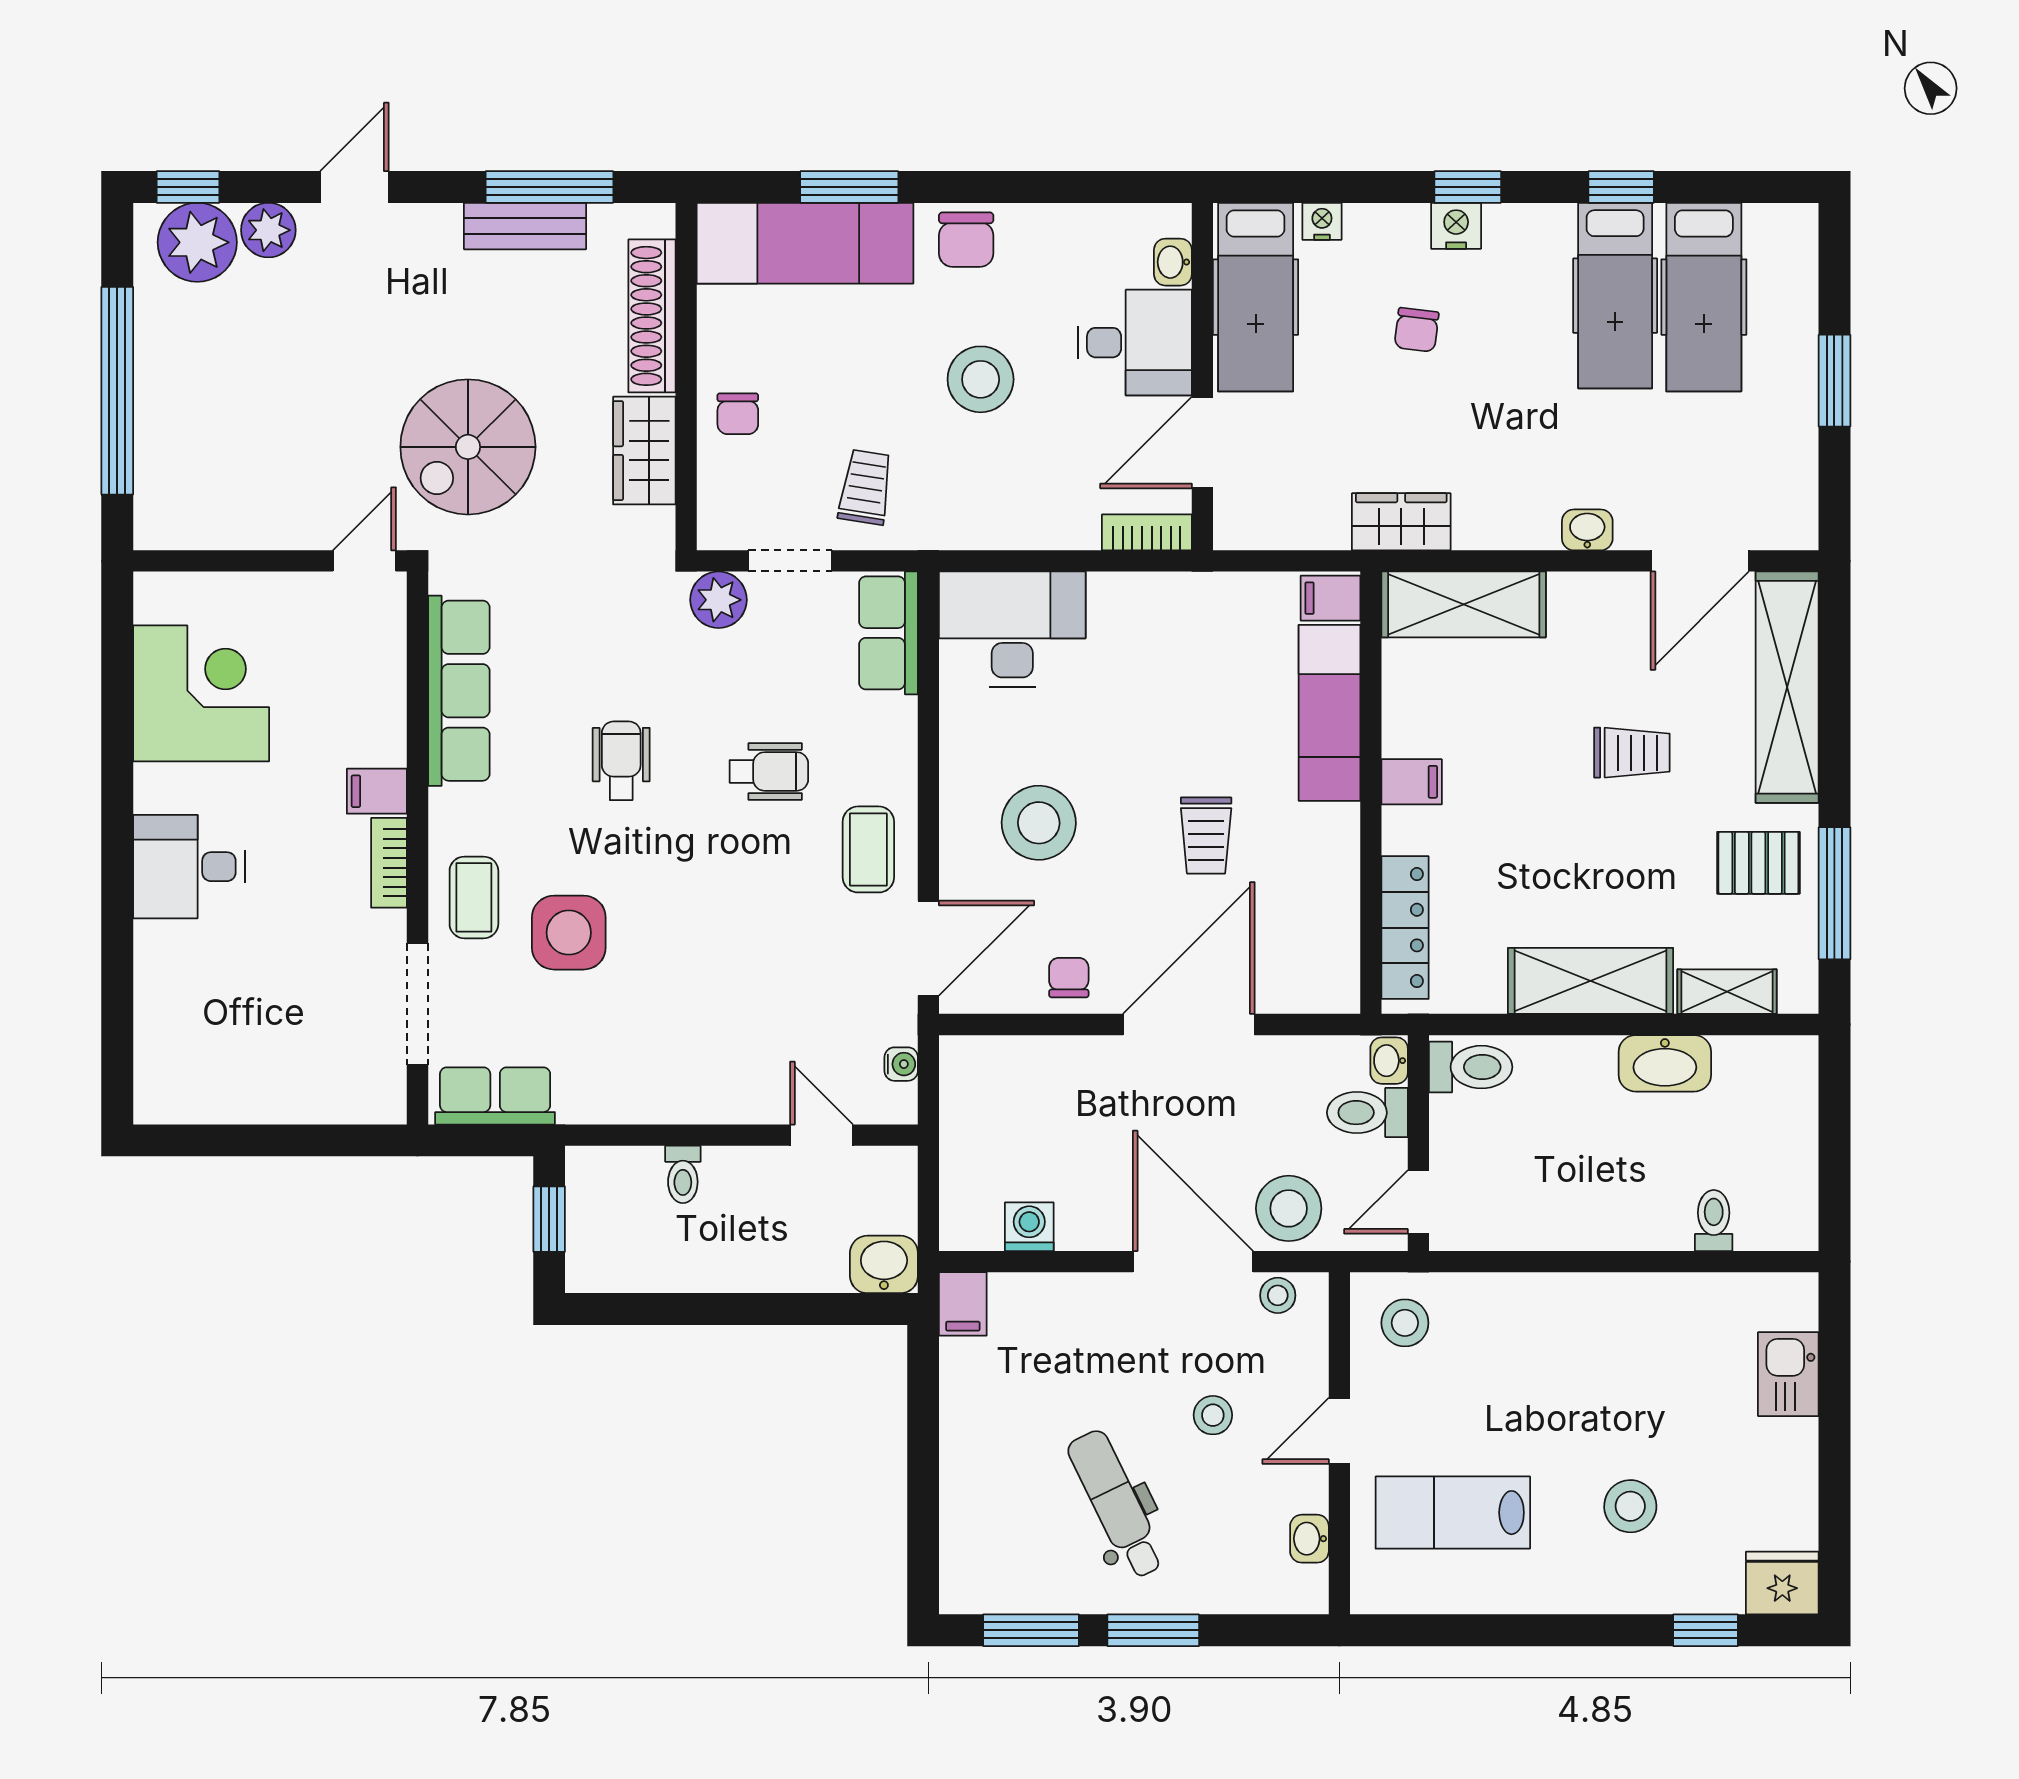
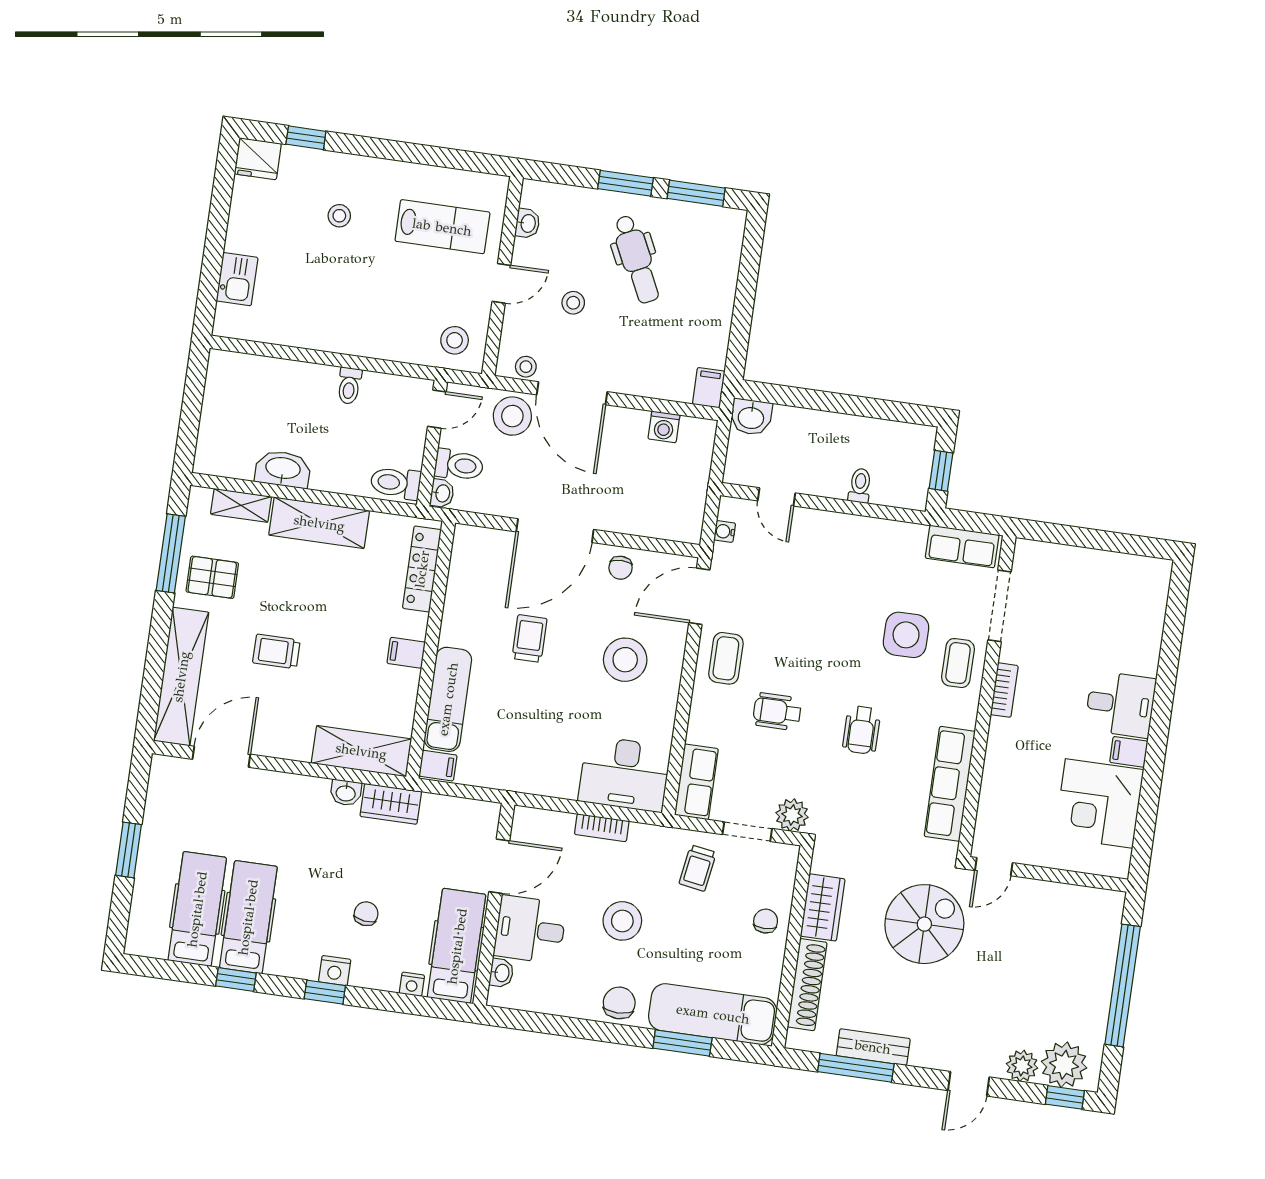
washbasin: (1587, 530) -> (346, 793), moved
bookcase: (1147, 532) -> (602, 828), moved
filing cabinet: (377, 791) -> (1129, 752), moved, turned 180
toilet: (1714, 1221) -> (349, 386), moved
stool: (1630, 1506) -> (339, 216), width x0.73, depth x0.73

